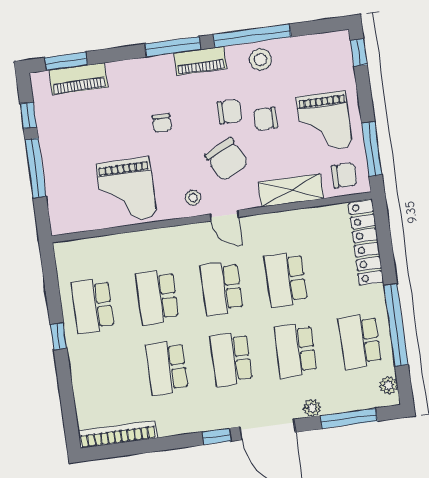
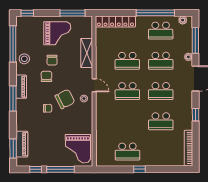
window: (252, 36) -> (13, 44), moved
chair: (227, 159) -> (65, 99), moved
chair: (344, 175) -> (83, 27), removed
grand piano: (127, 191) -> (78, 149), moved, turned 90
door: (224, 216) -> (94, 85), hinge flipped
school desk: (157, 297) -> (127, 121), removed
window: (217, 436) -> (196, 115), moved

